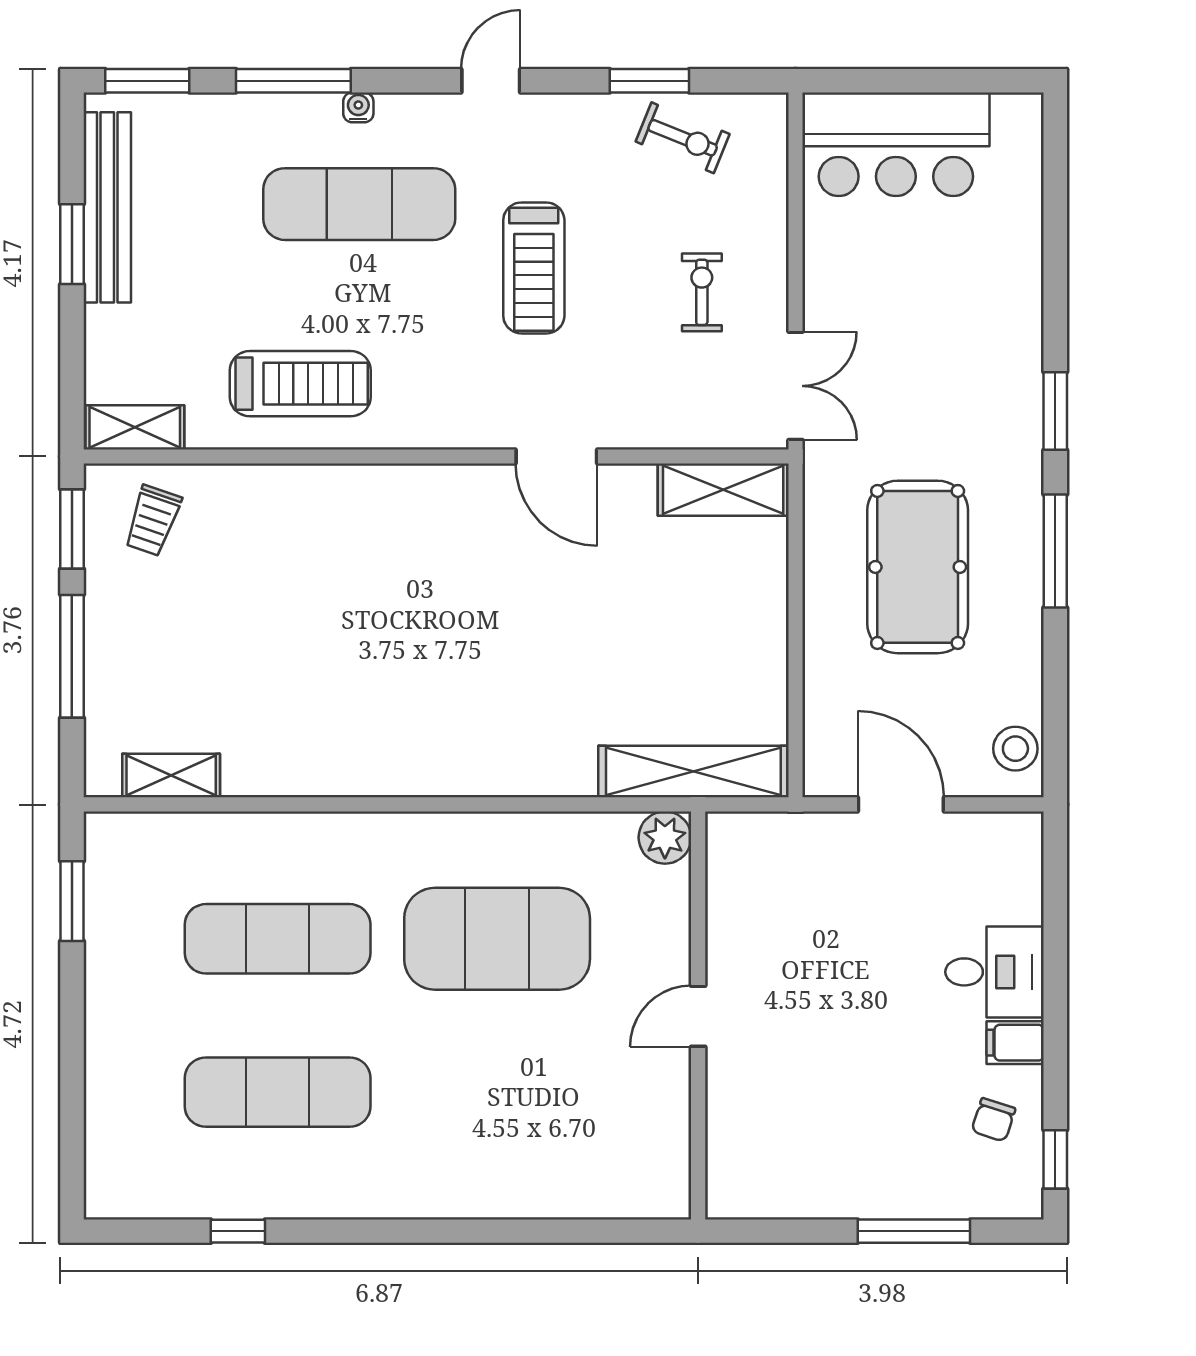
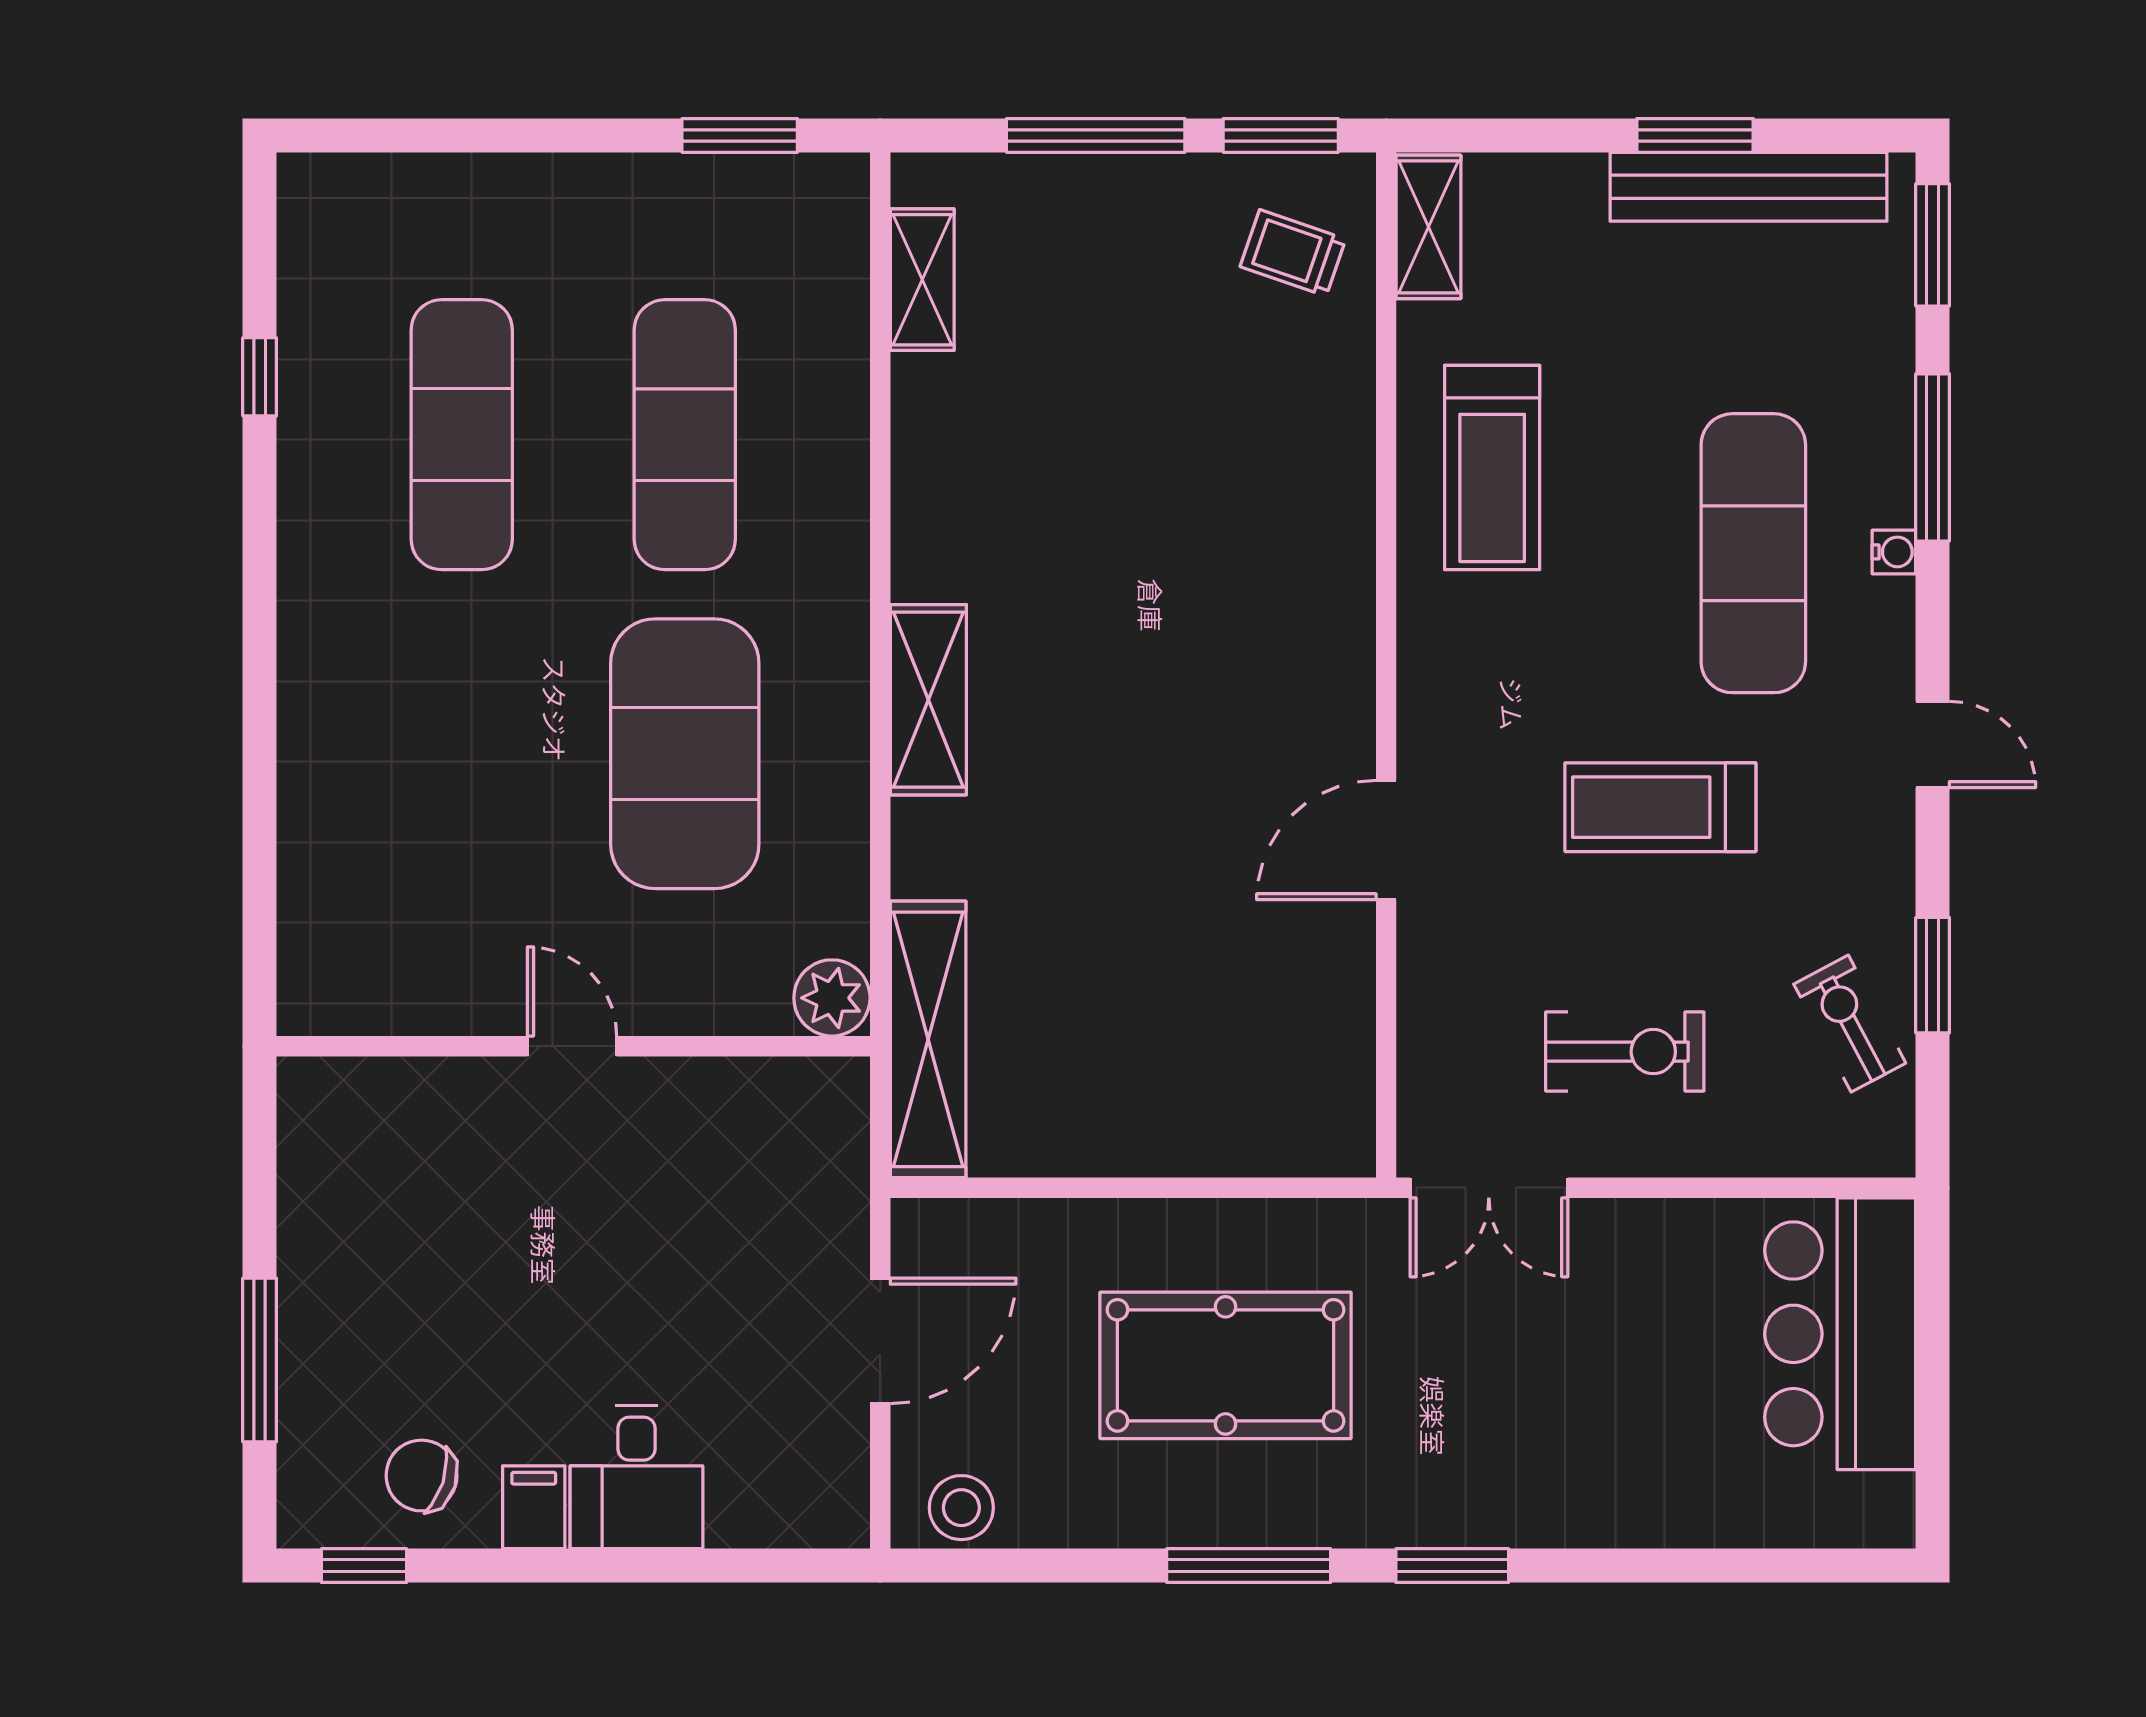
exercise bike: (683, 138) -> (1850, 1024), turned 130
exercise bike: (702, 292) -> (1625, 1052), width x1.38, depth x1.39
shelving: (723, 490) -> (928, 700), moved
chair: (993, 1120) -> (422, 1476), width x1.37, depth x1.37

